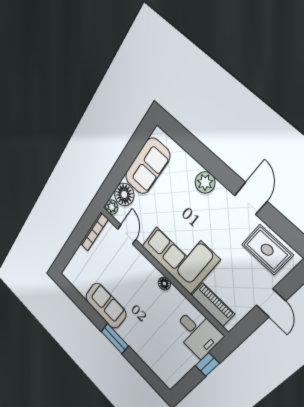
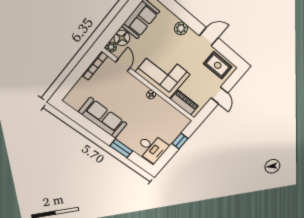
door: (251, 198) -> (209, 37), hinge flipped
sofa: (106, 306) -> (103, 118), width x1.36
desk: (197, 333) -> (152, 148), moved
window: (115, 339) -> (121, 148), moved

